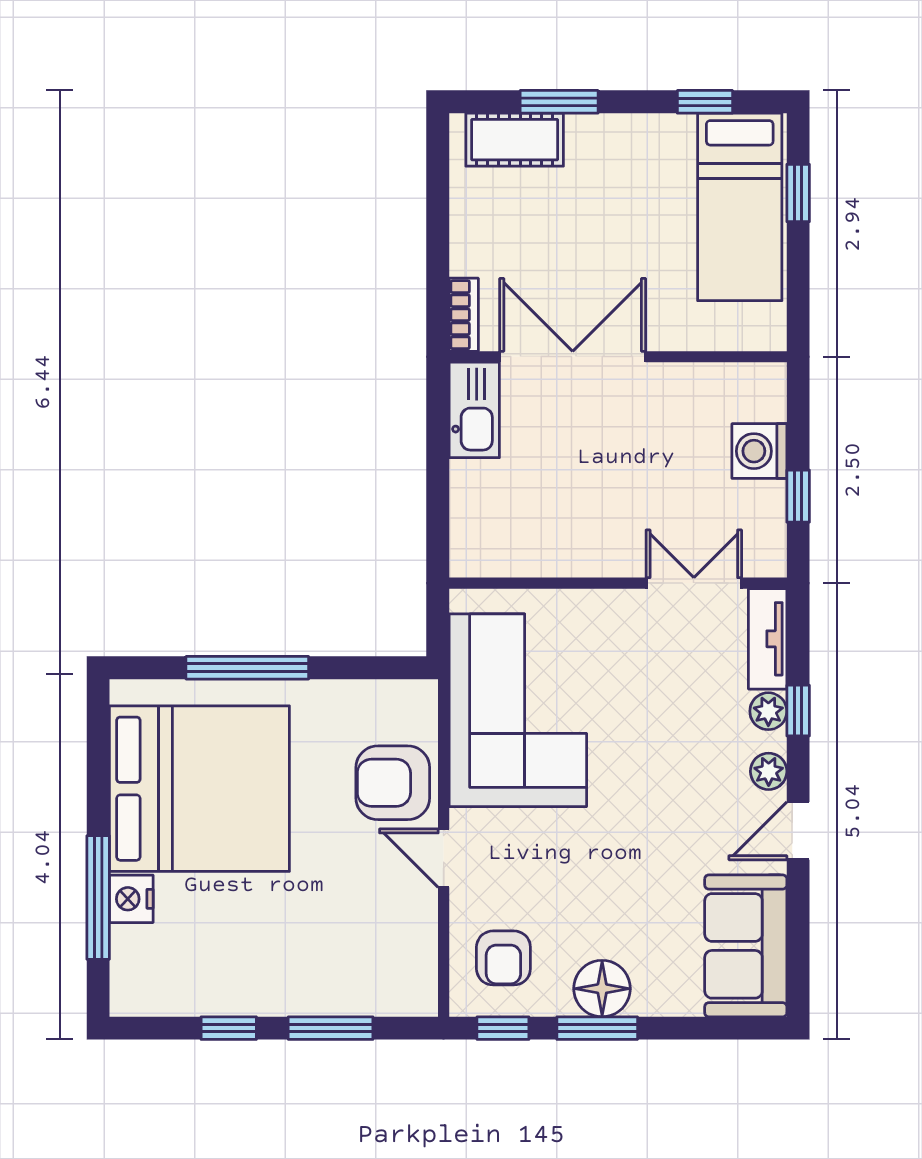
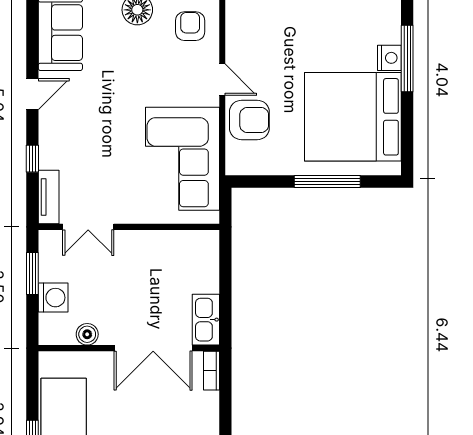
boiler: (696, 383) -> (87, 334), added
window: (798, 496) -> (32, 273), width x1.50
plant: (768, 711) -> (48, 158), removed
plant: (769, 771) -> (48, 126), removed

